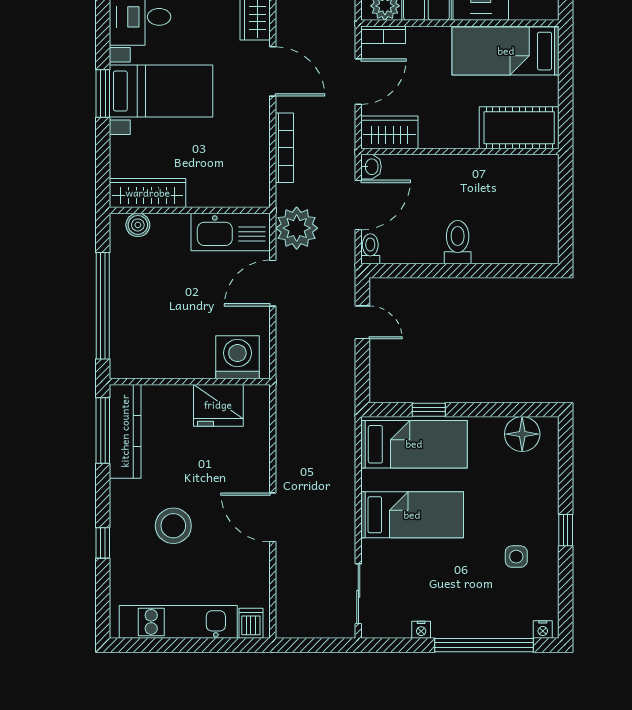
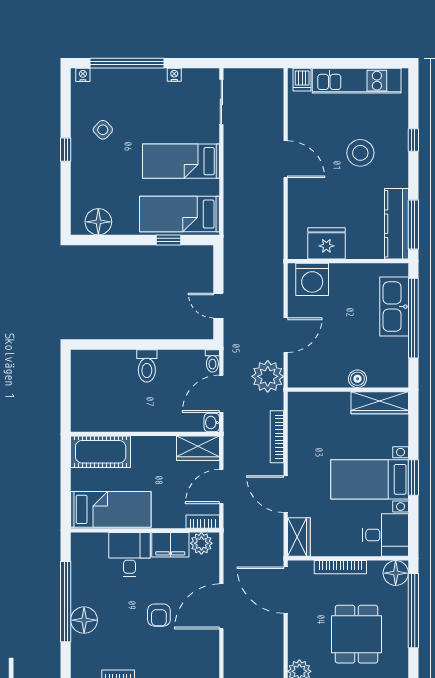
boiler: (138, 225) -> (357, 379), moved
kitchen sink: (231, 232) -> (394, 307), moved, turned -90
side table: (516, 557) -> (103, 130), turned 45

